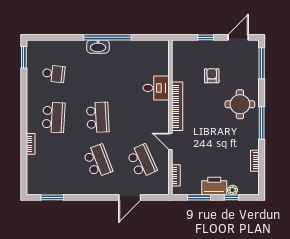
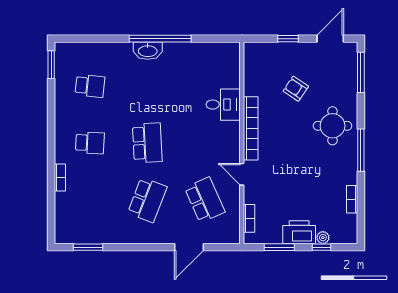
armchair: (212, 76) -> (296, 89), turned -56
school desk: (54, 117) -> (90, 143), width x0.54
school desk: (98, 161) -> (147, 200), turned 42

